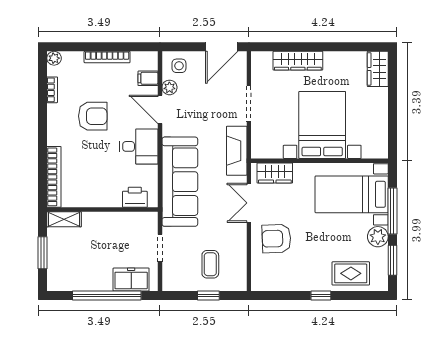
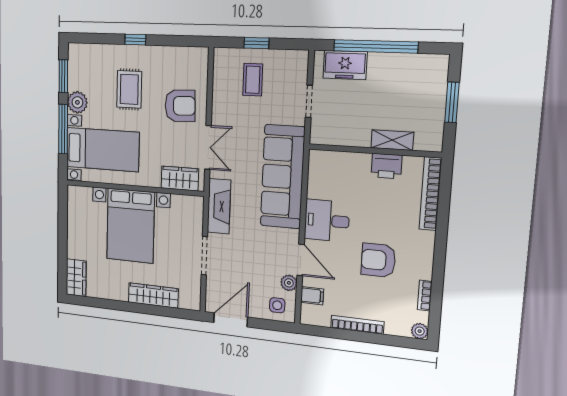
printer: (135, 197) -> (386, 166), moved
shelving: (64, 219) -> (392, 140), moved
rug: (351, 273) -> (129, 89), moved, turned 90

